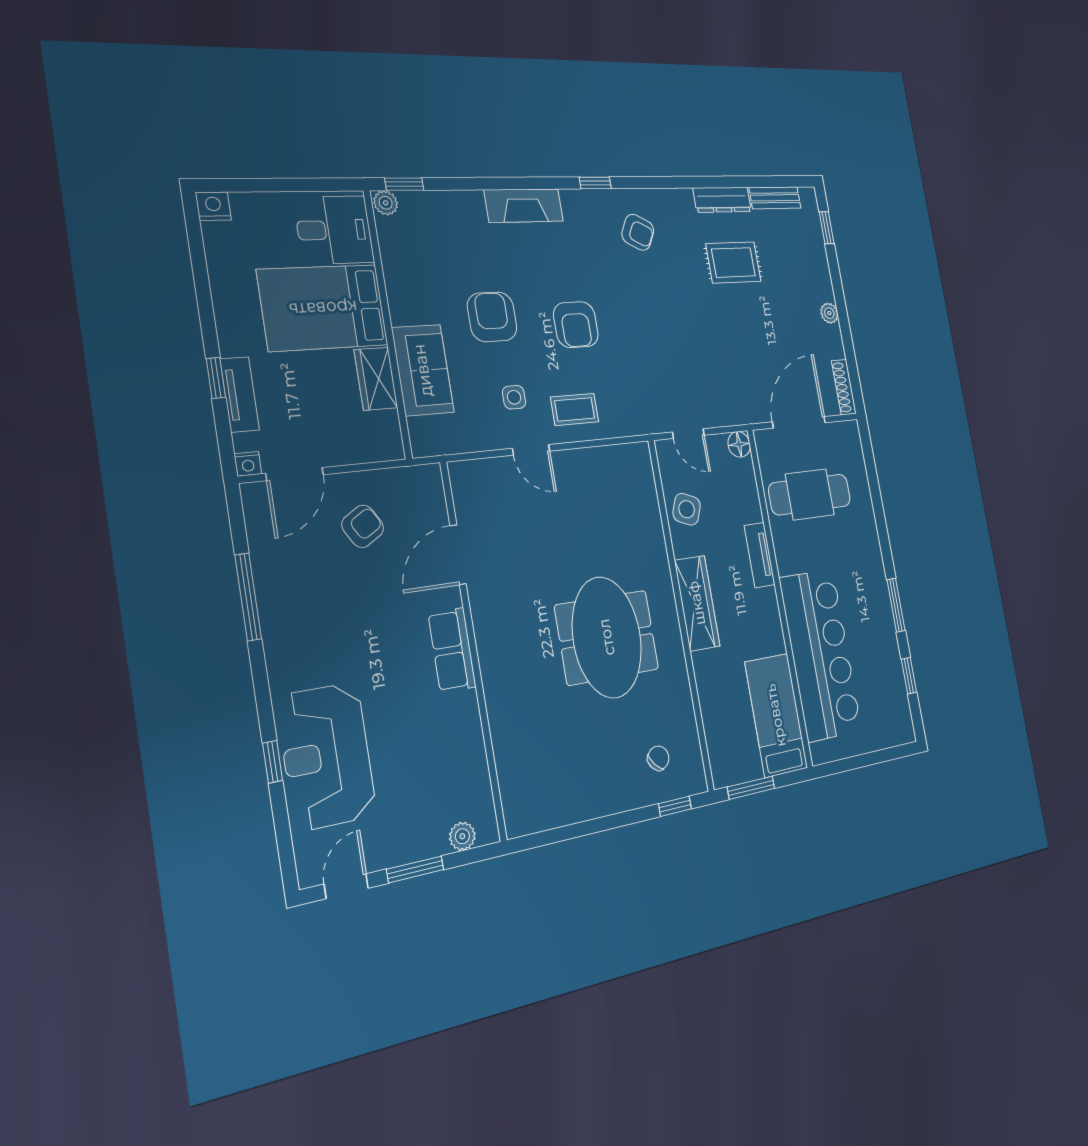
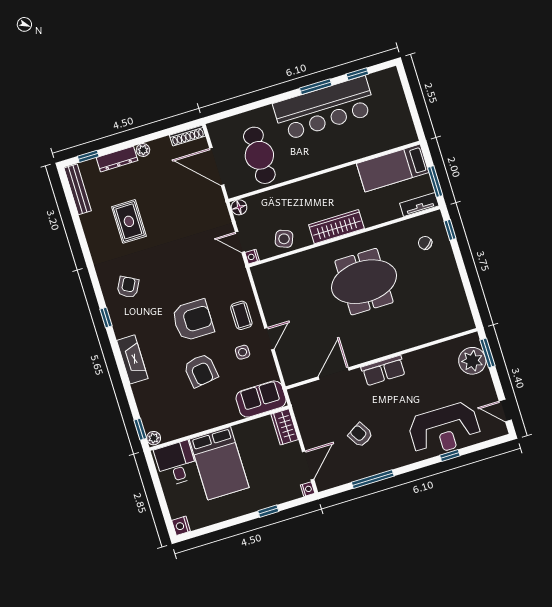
bench: (775, 198) -> (78, 189), width x1.36
dresser: (722, 200) -> (117, 159), moved, turned 90
armchair: (492, 317) -> (201, 370), turned -98
armchair: (576, 325) -> (193, 320), width x1.36, depth x1.36
sofa: (423, 370) -> (261, 399), moved
wardrobe: (376, 379) -> (285, 427), moved, turned 90
tv unit: (240, 394) -> (274, 498), removed
door: (688, 434) -> (240, 242), swing flipped
nightstand: (664, 449) -> (252, 257), added
door: (295, 474) -> (308, 465), hinge flipped
armchair: (363, 526) -> (360, 435), moved
door: (458, 555) -> (334, 374), swing flipped
tv unit: (760, 555) -> (419, 205), moved, turned 180
bar counter: (820, 655) -> (324, 108), moved, turned 180
plant: (462, 836) -> (472, 361), width x1.88, depth x1.88
window: (415, 869) -> (488, 353), moved

